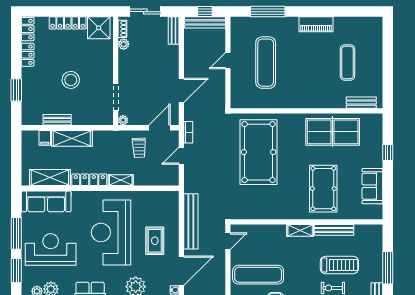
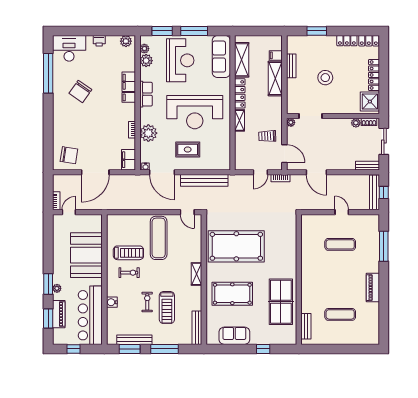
exercise mat: (266, 63) -> (340, 244), width x0.73, depth x0.69
pool table: (259, 152) -> (236, 246), moved
door: (181, 156) -> (260, 172), swing flipped
bench: (334, 230) -> (197, 328), moved
reception desk: (111, 232) -> (195, 112), turned 180

